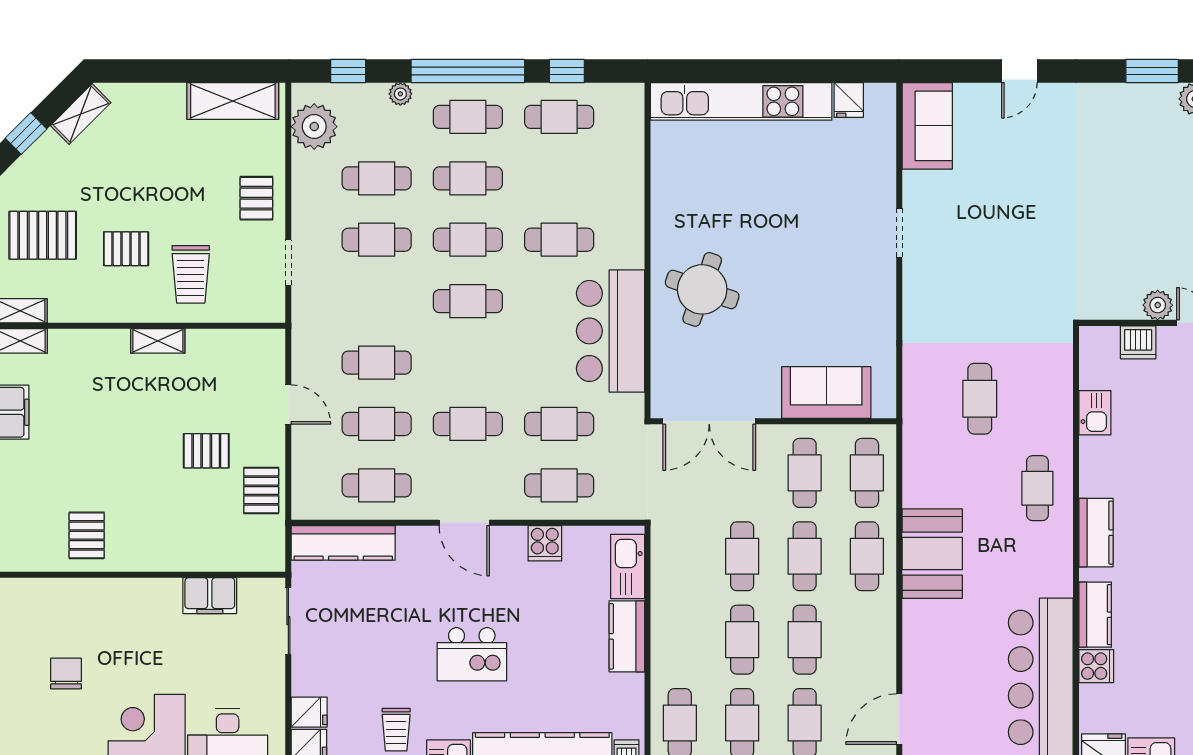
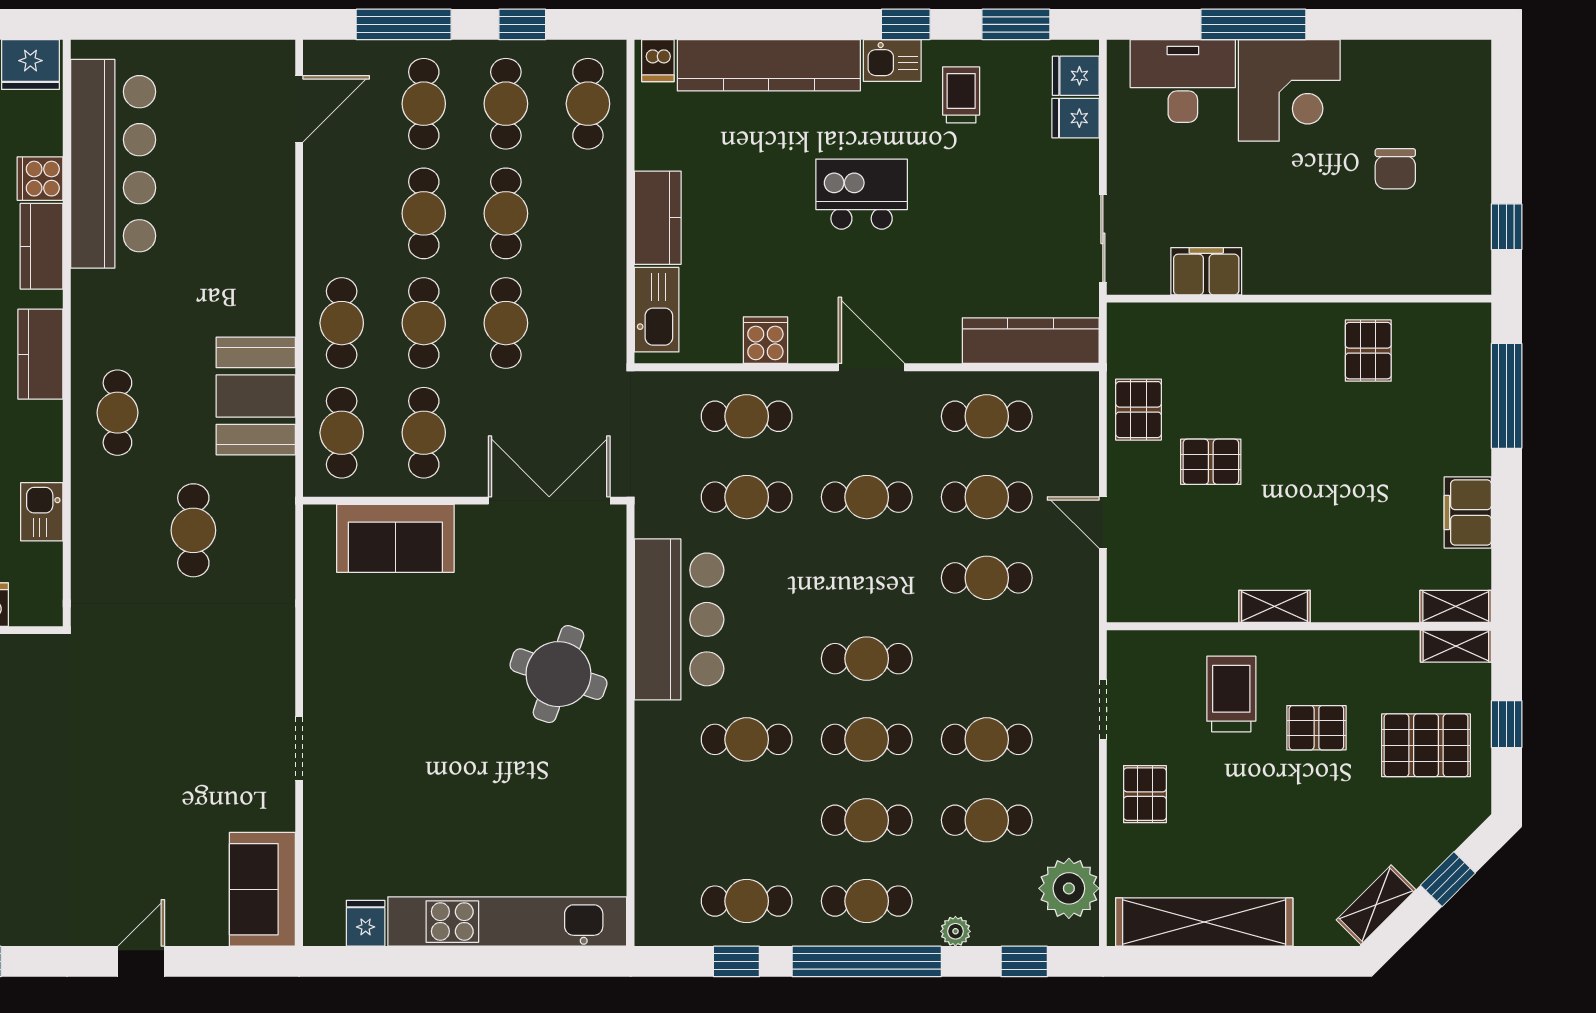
shelving: (233, 101) -> (1204, 922), width x1.47
booth: (932, 554) -> (256, 396), moved

